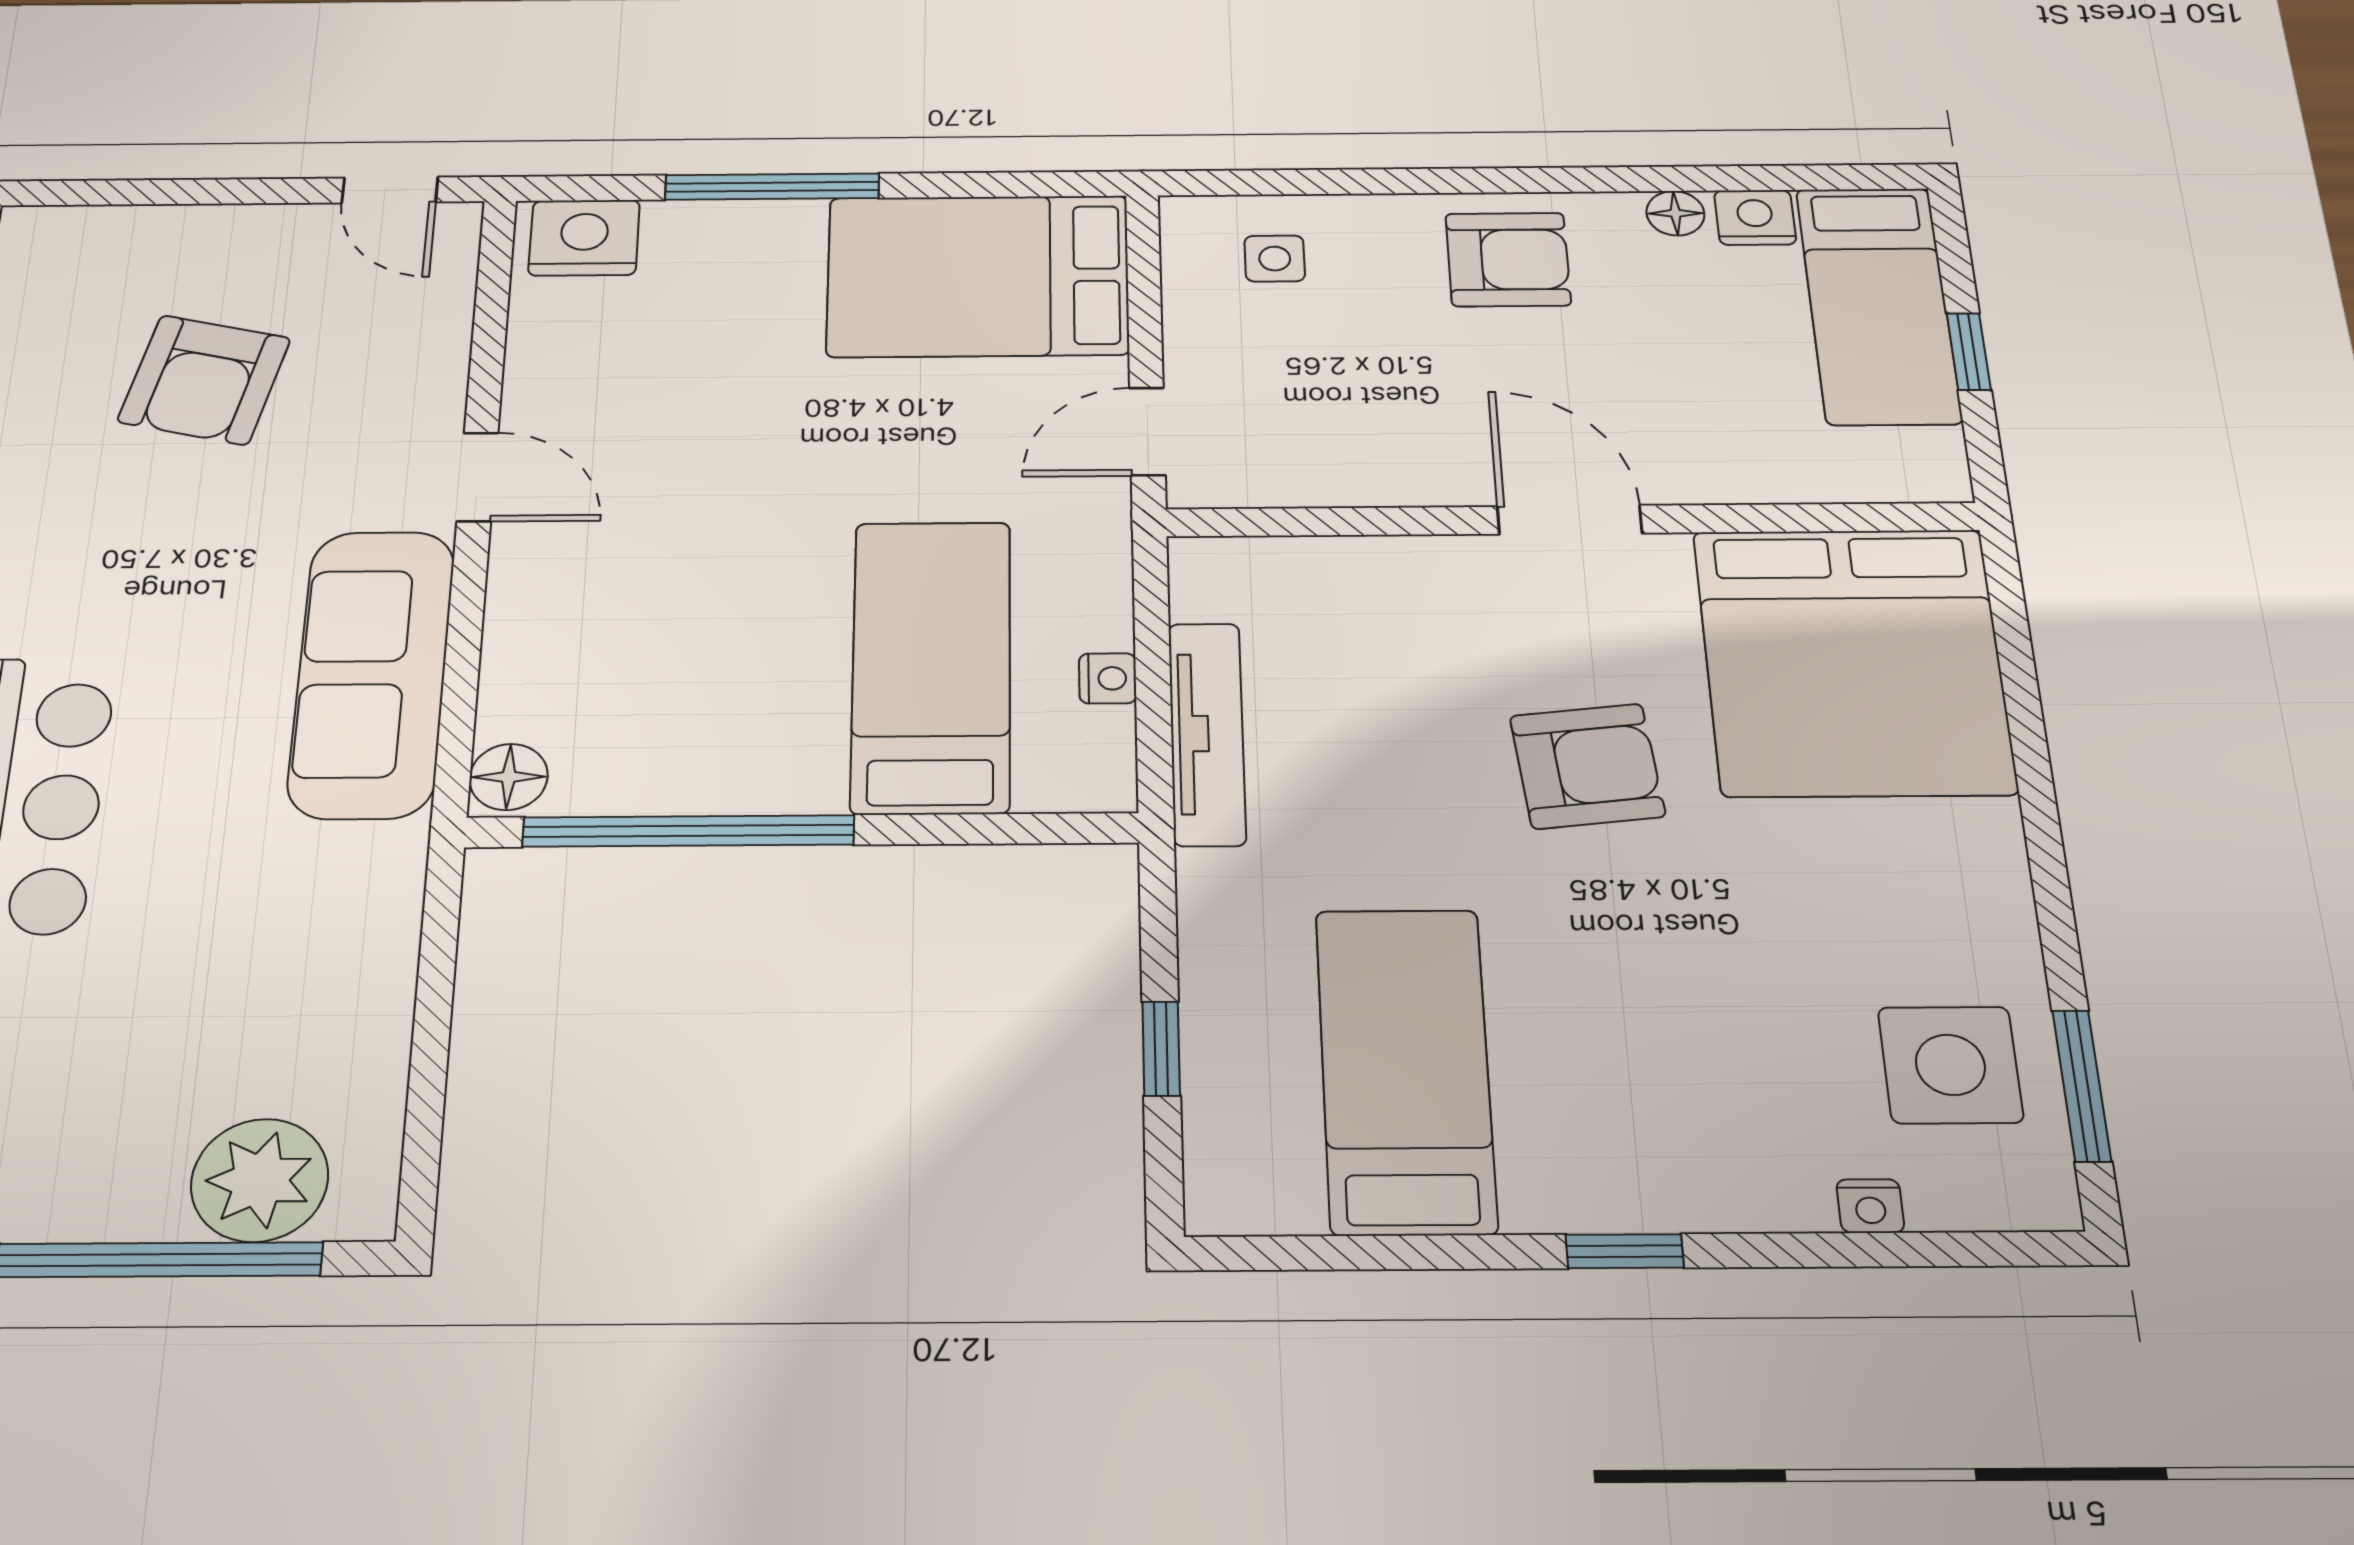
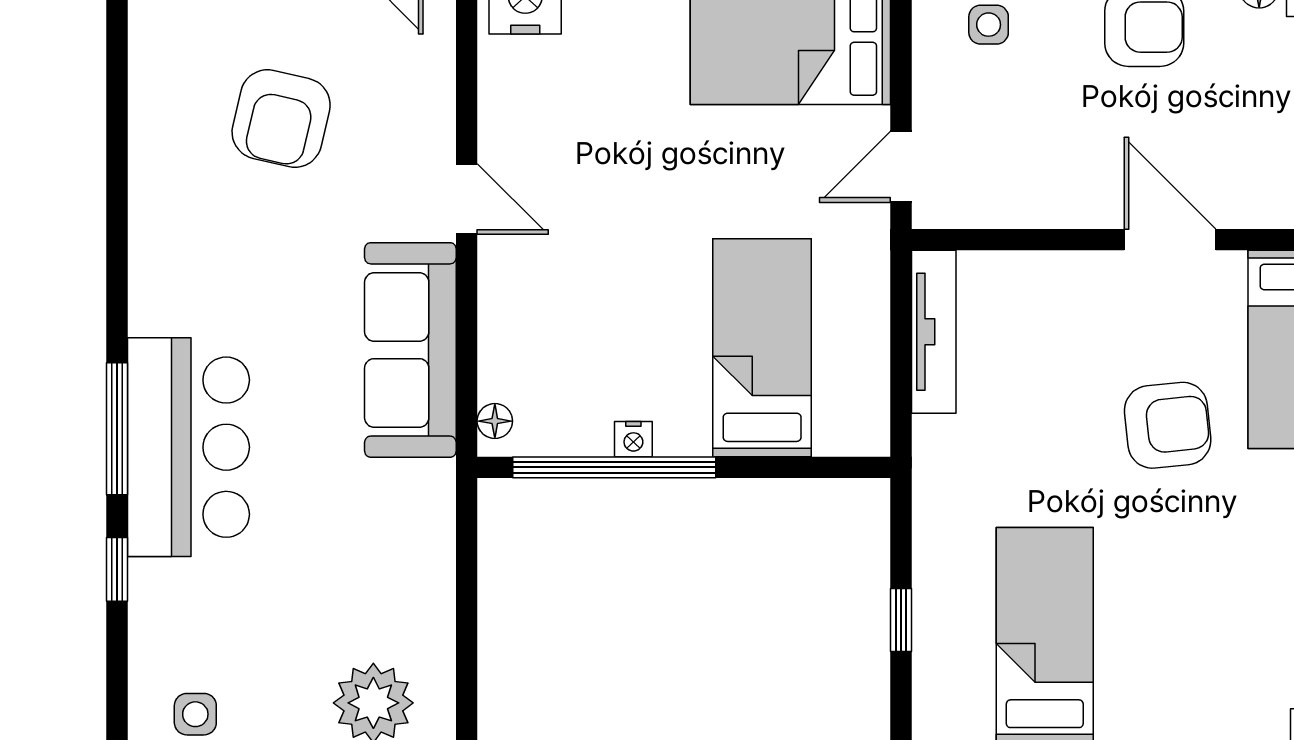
nightstand: (1108, 678) -> (633, 439), moved, turned 90
tv unit: (1207, 733) -> (934, 332), moved
floor lamp: (509, 777) -> (495, 421), width x0.73, depth x0.73

